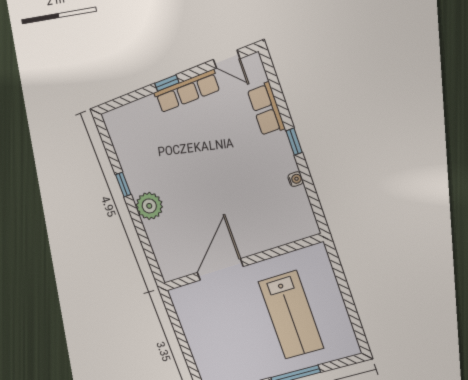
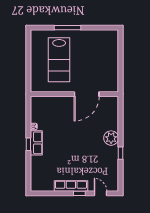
door: (227, 59) -> (100, 193), moved
row of seats: (266, 109) -> (36, 143), moved
lab bench: (291, 315) -> (59, 60), turned 180

